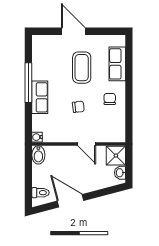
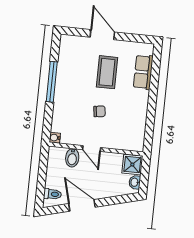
row of seats: (40, 97) -> (62, 98), removed
chair: (110, 99) -> (132, 107), removed
door: (87, 144) -> (92, 149), moved
bidet: (38, 155) -> (72, 158), moved

